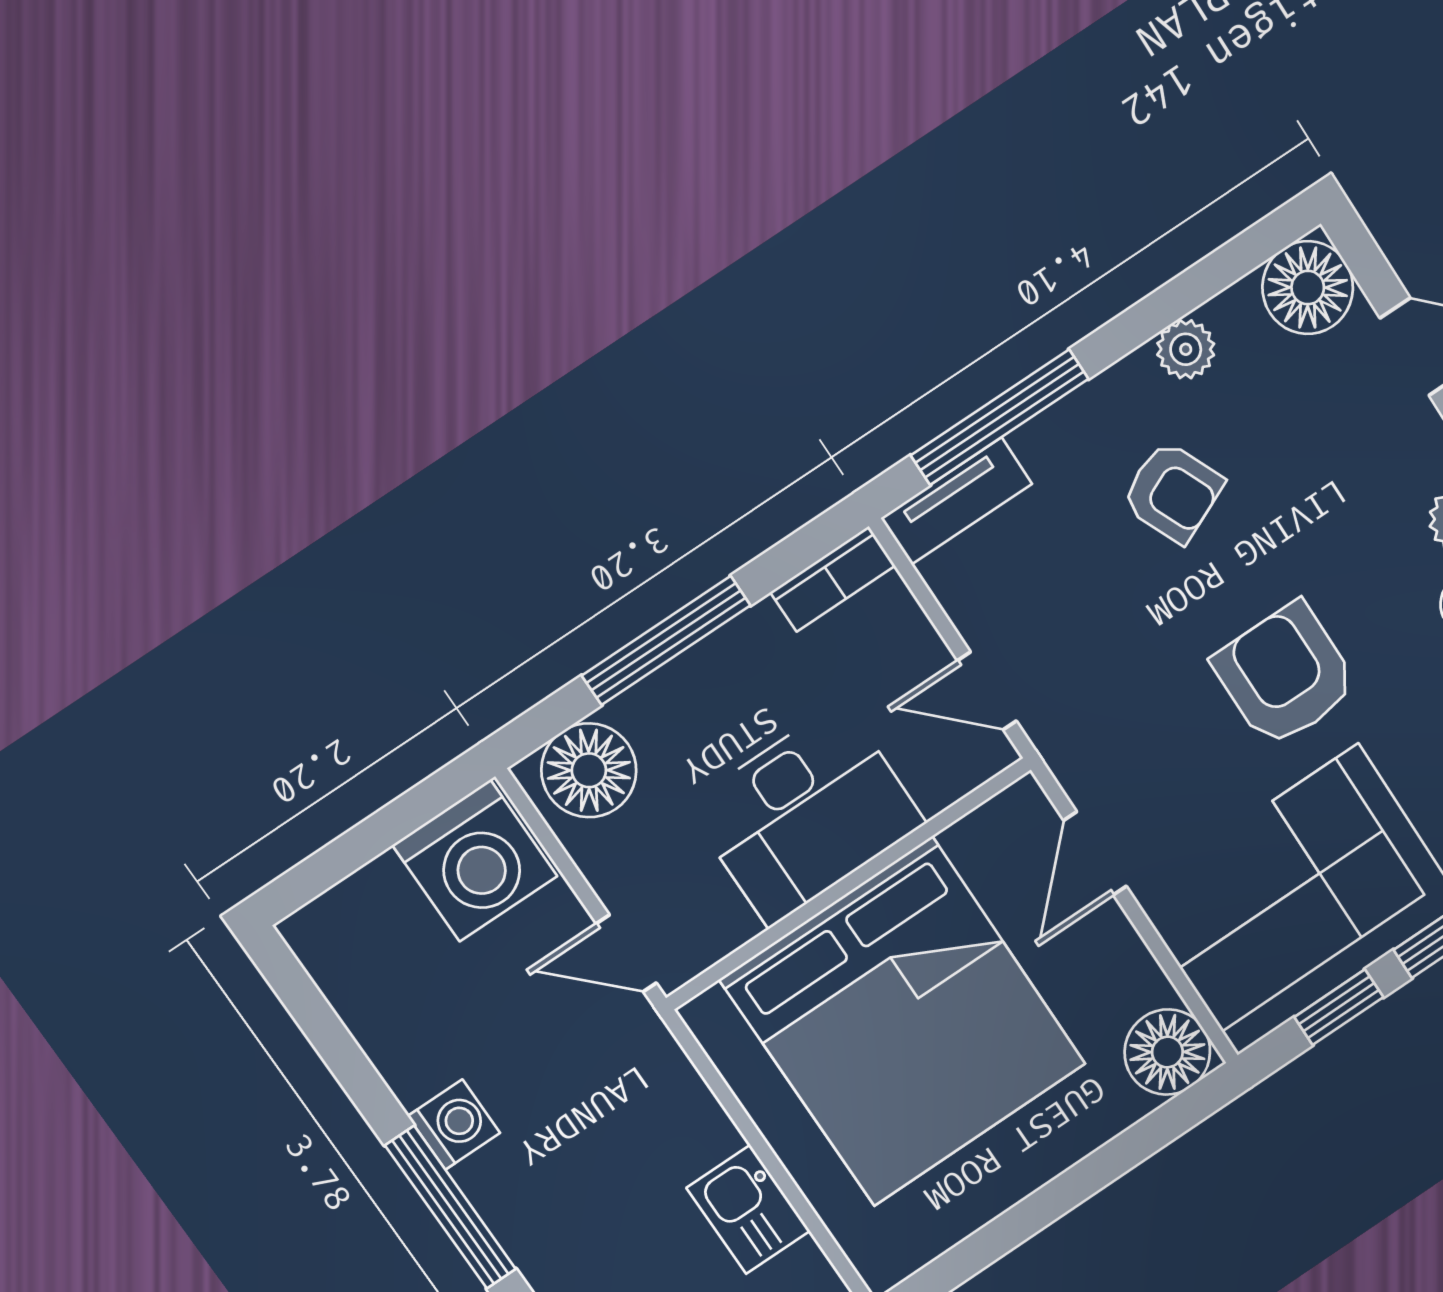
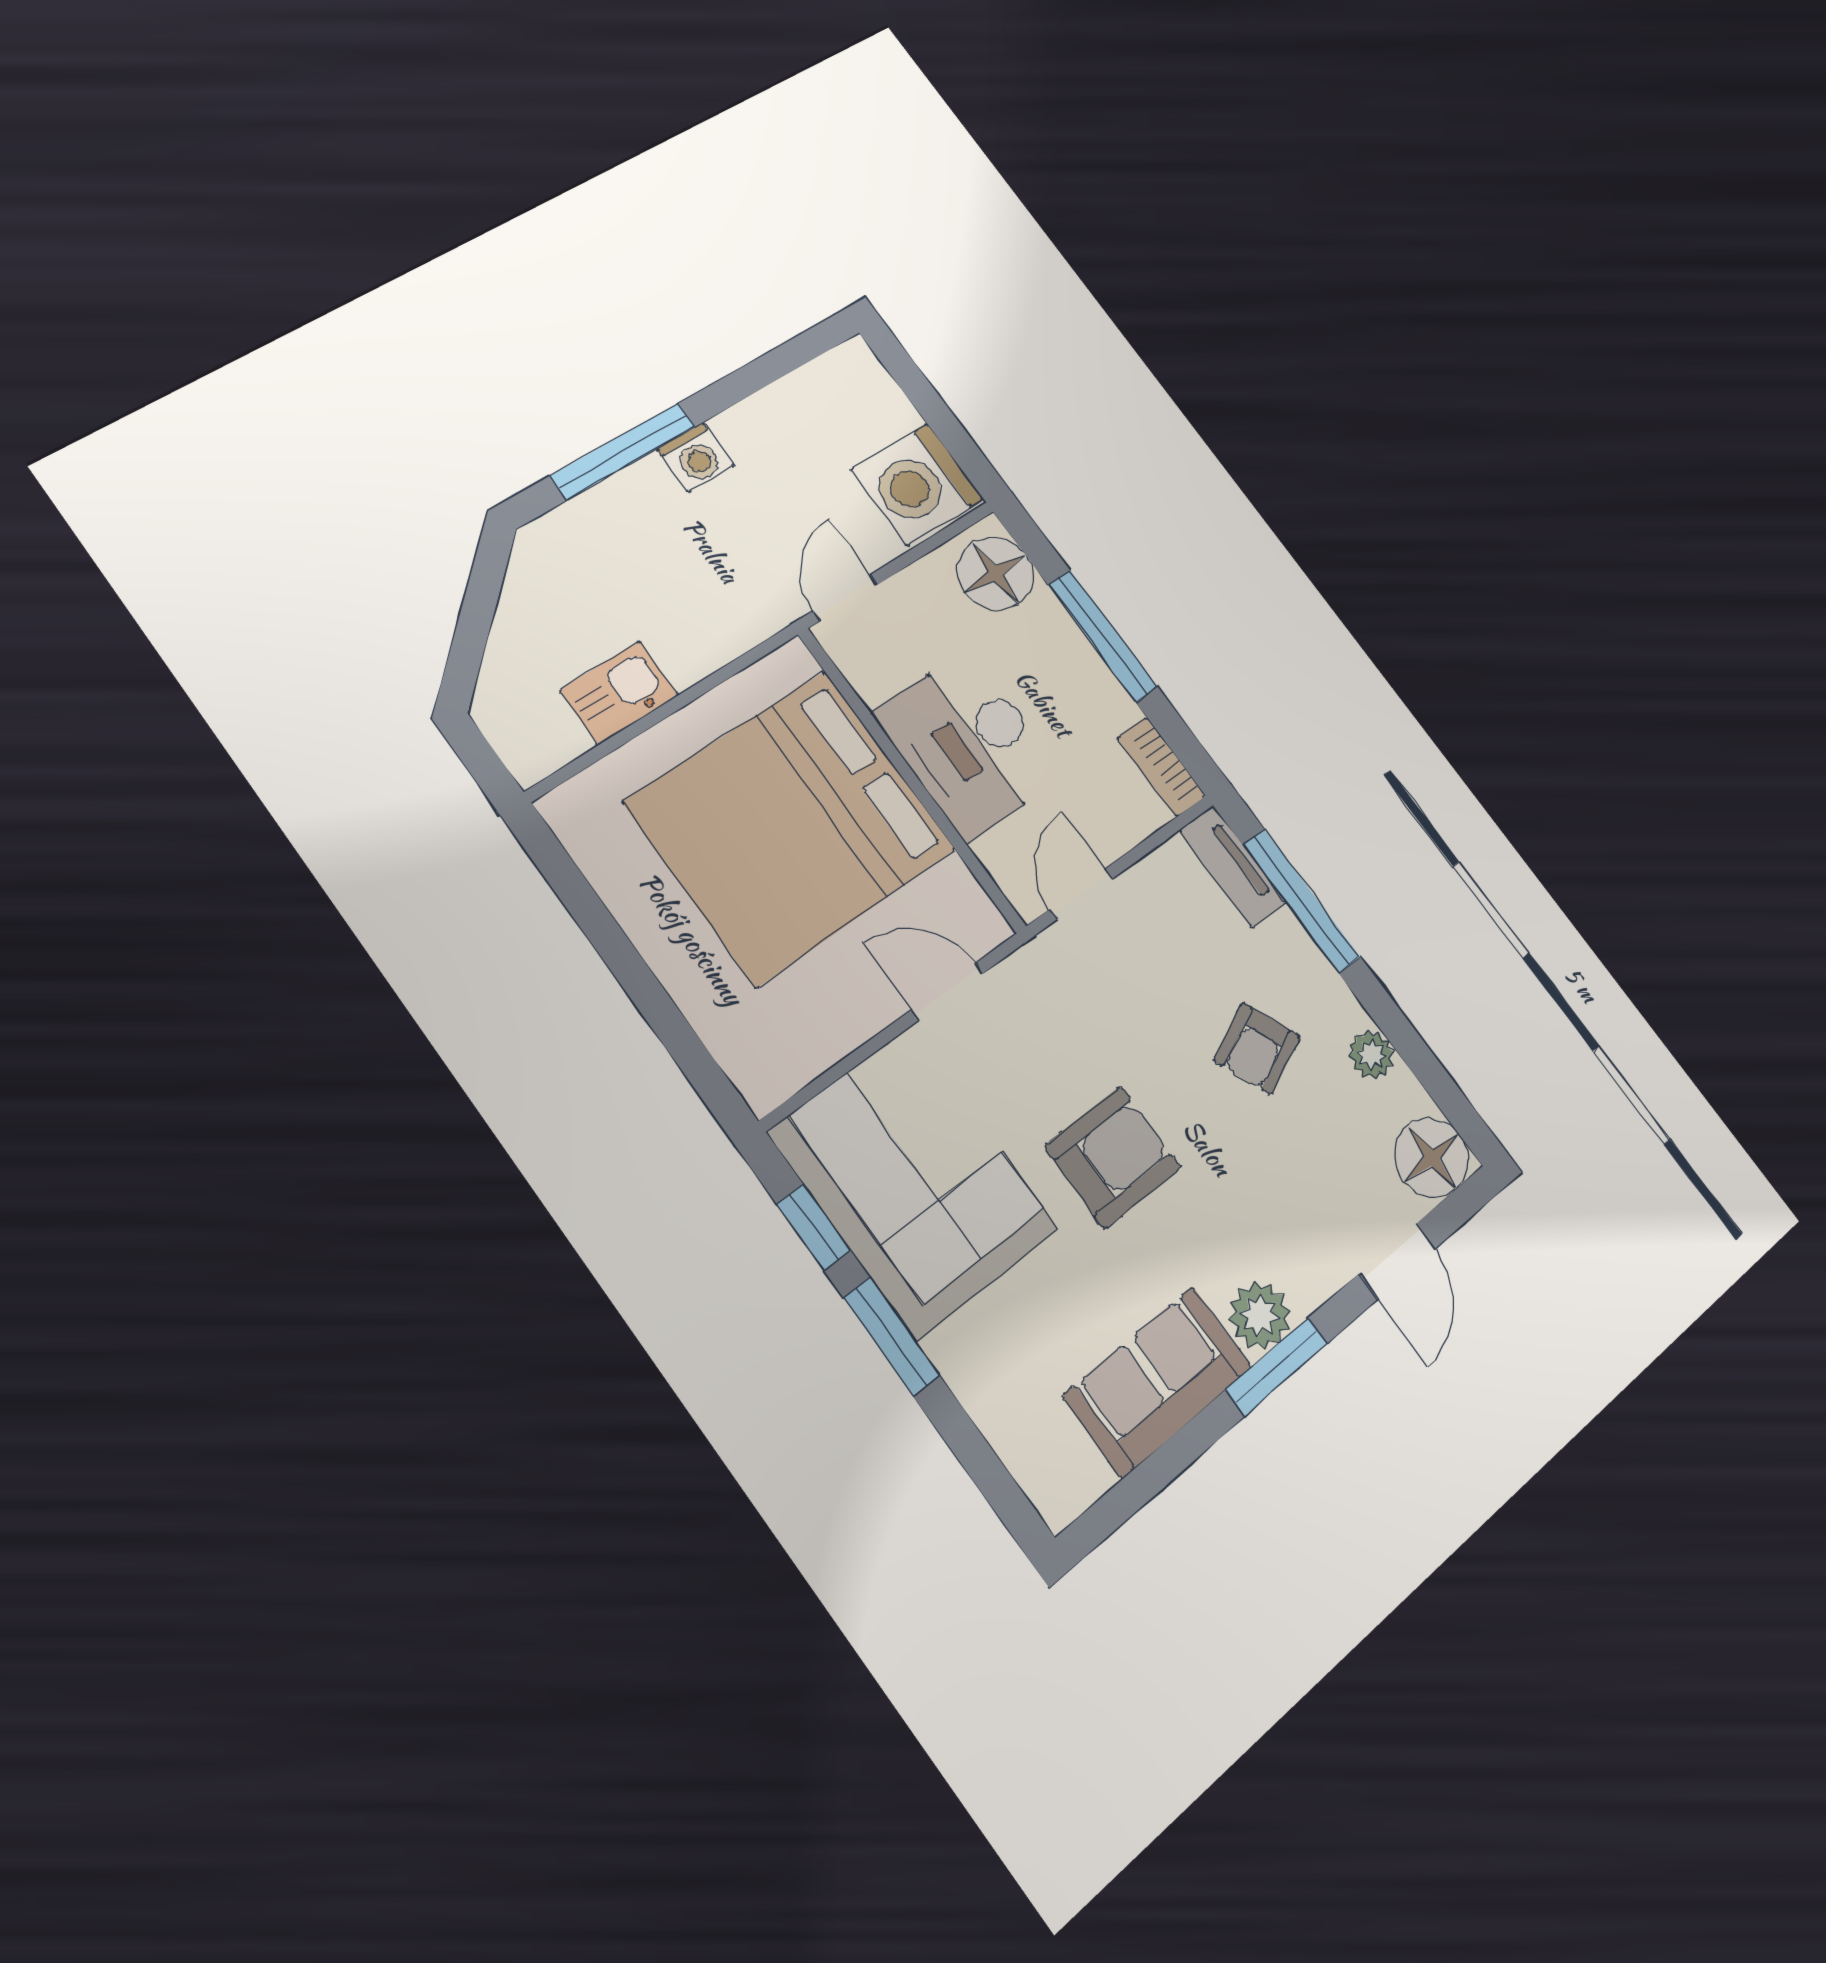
floor lamp: (1167, 1052) -> (768, 1065), removed

